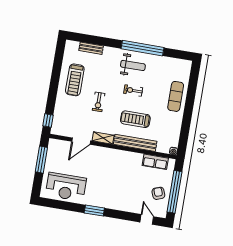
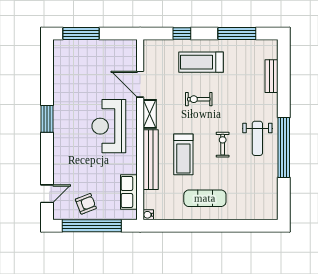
window: (57, 67) -> (237, 33), added
treadmill: (75, 80) -> (201, 62), moved
exercise mat: (176, 96) -> (205, 198), moved
treadmill: (135, 119) -> (183, 154), turned 180
window: (48, 121) -> (182, 33), moved
window: (41, 160) -> (81, 33), moved
reception desk: (66, 187) -> (109, 126), moved

